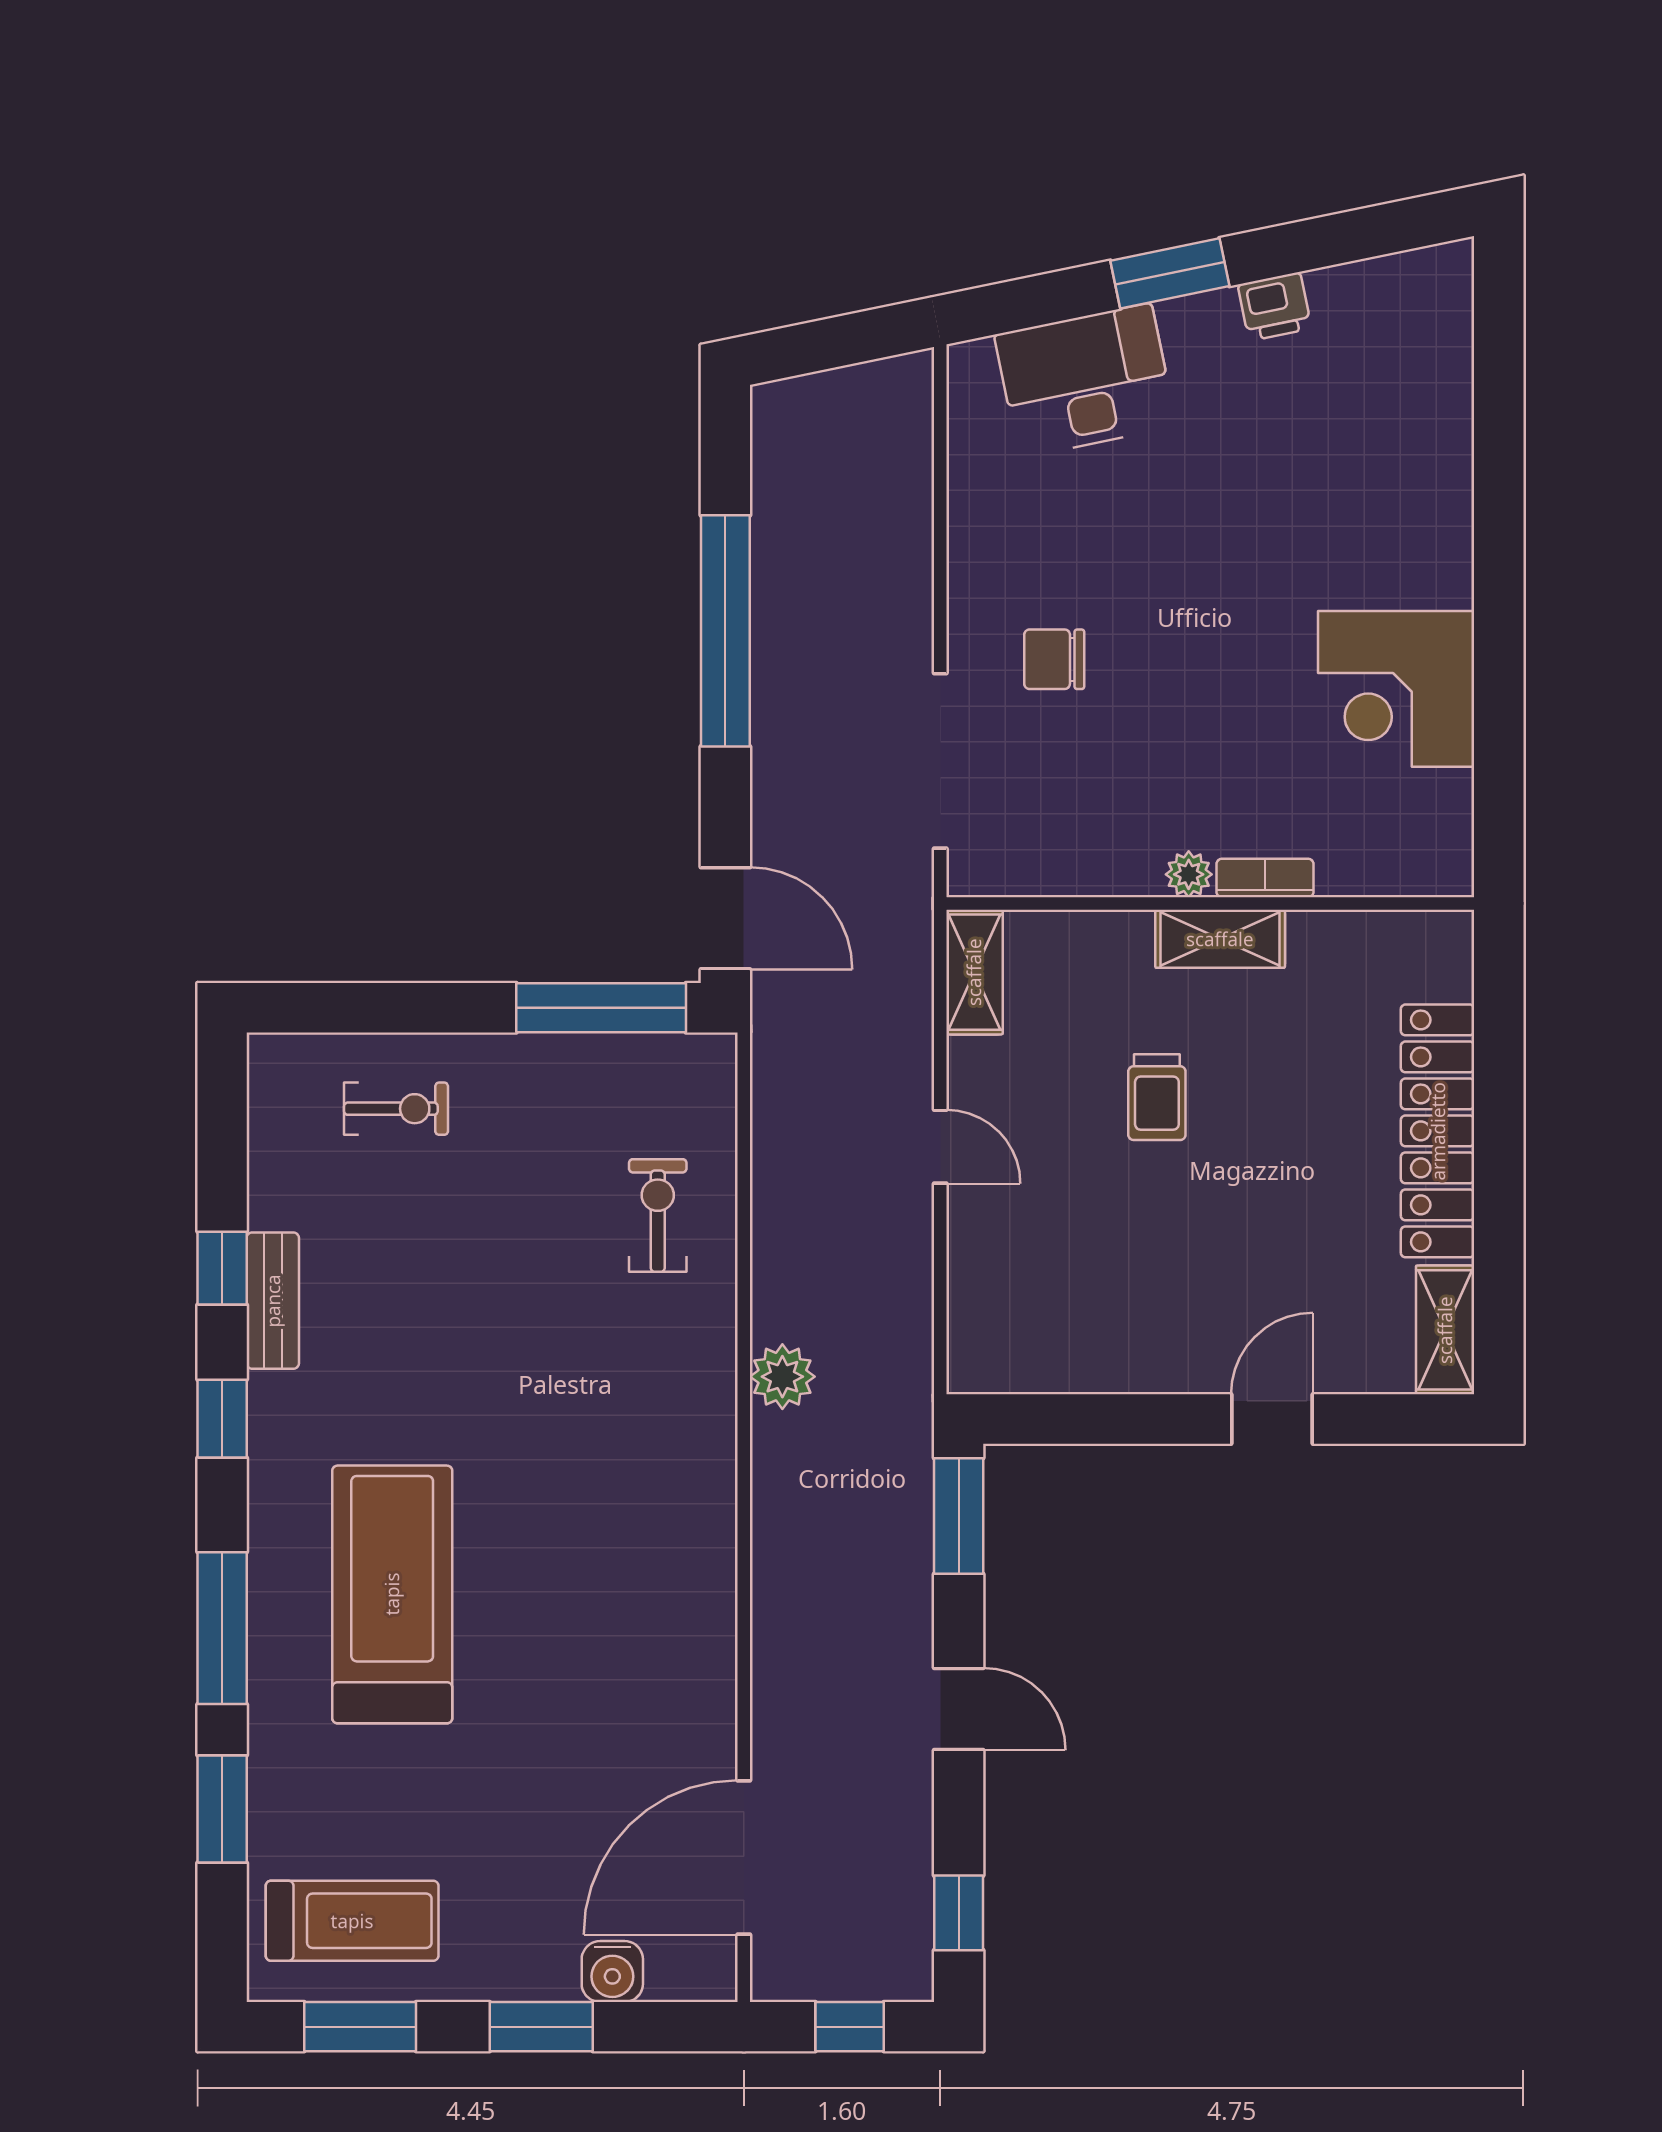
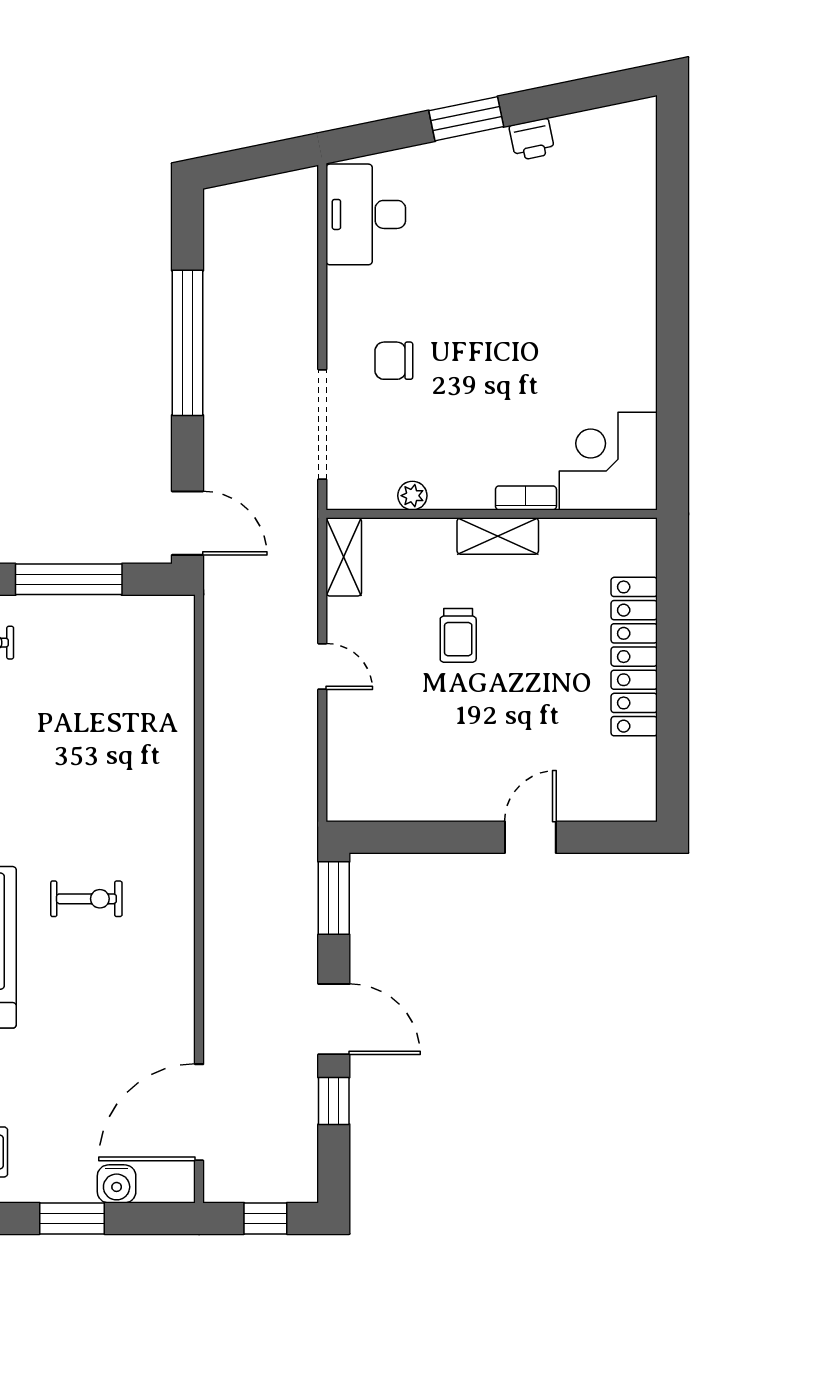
desk: (1085, 380) -> (366, 214), moved, turned -78
corner desk: (1396, 689) -> (608, 461), moved, turned 90
plant: (1189, 874) -> (412, 496), moved
window: (601, 1008) -> (69, 579), moved
exercise bike: (658, 1216) -> (86, 899), moved, turned 90
shelving: (1445, 1330) -> (639, 781), removed
plant: (782, 1377) -> (223, 811), removed
door: (959, 1709) -> (334, 1019), width x1.37
window: (959, 1913) -> (334, 1101), moved

